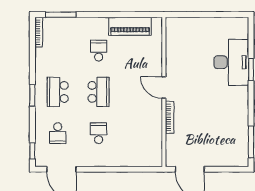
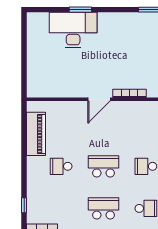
window: (61, 15) -> (24, 205), width x0.46
school desk: (58, 92) -> (103, 208), turned 180

